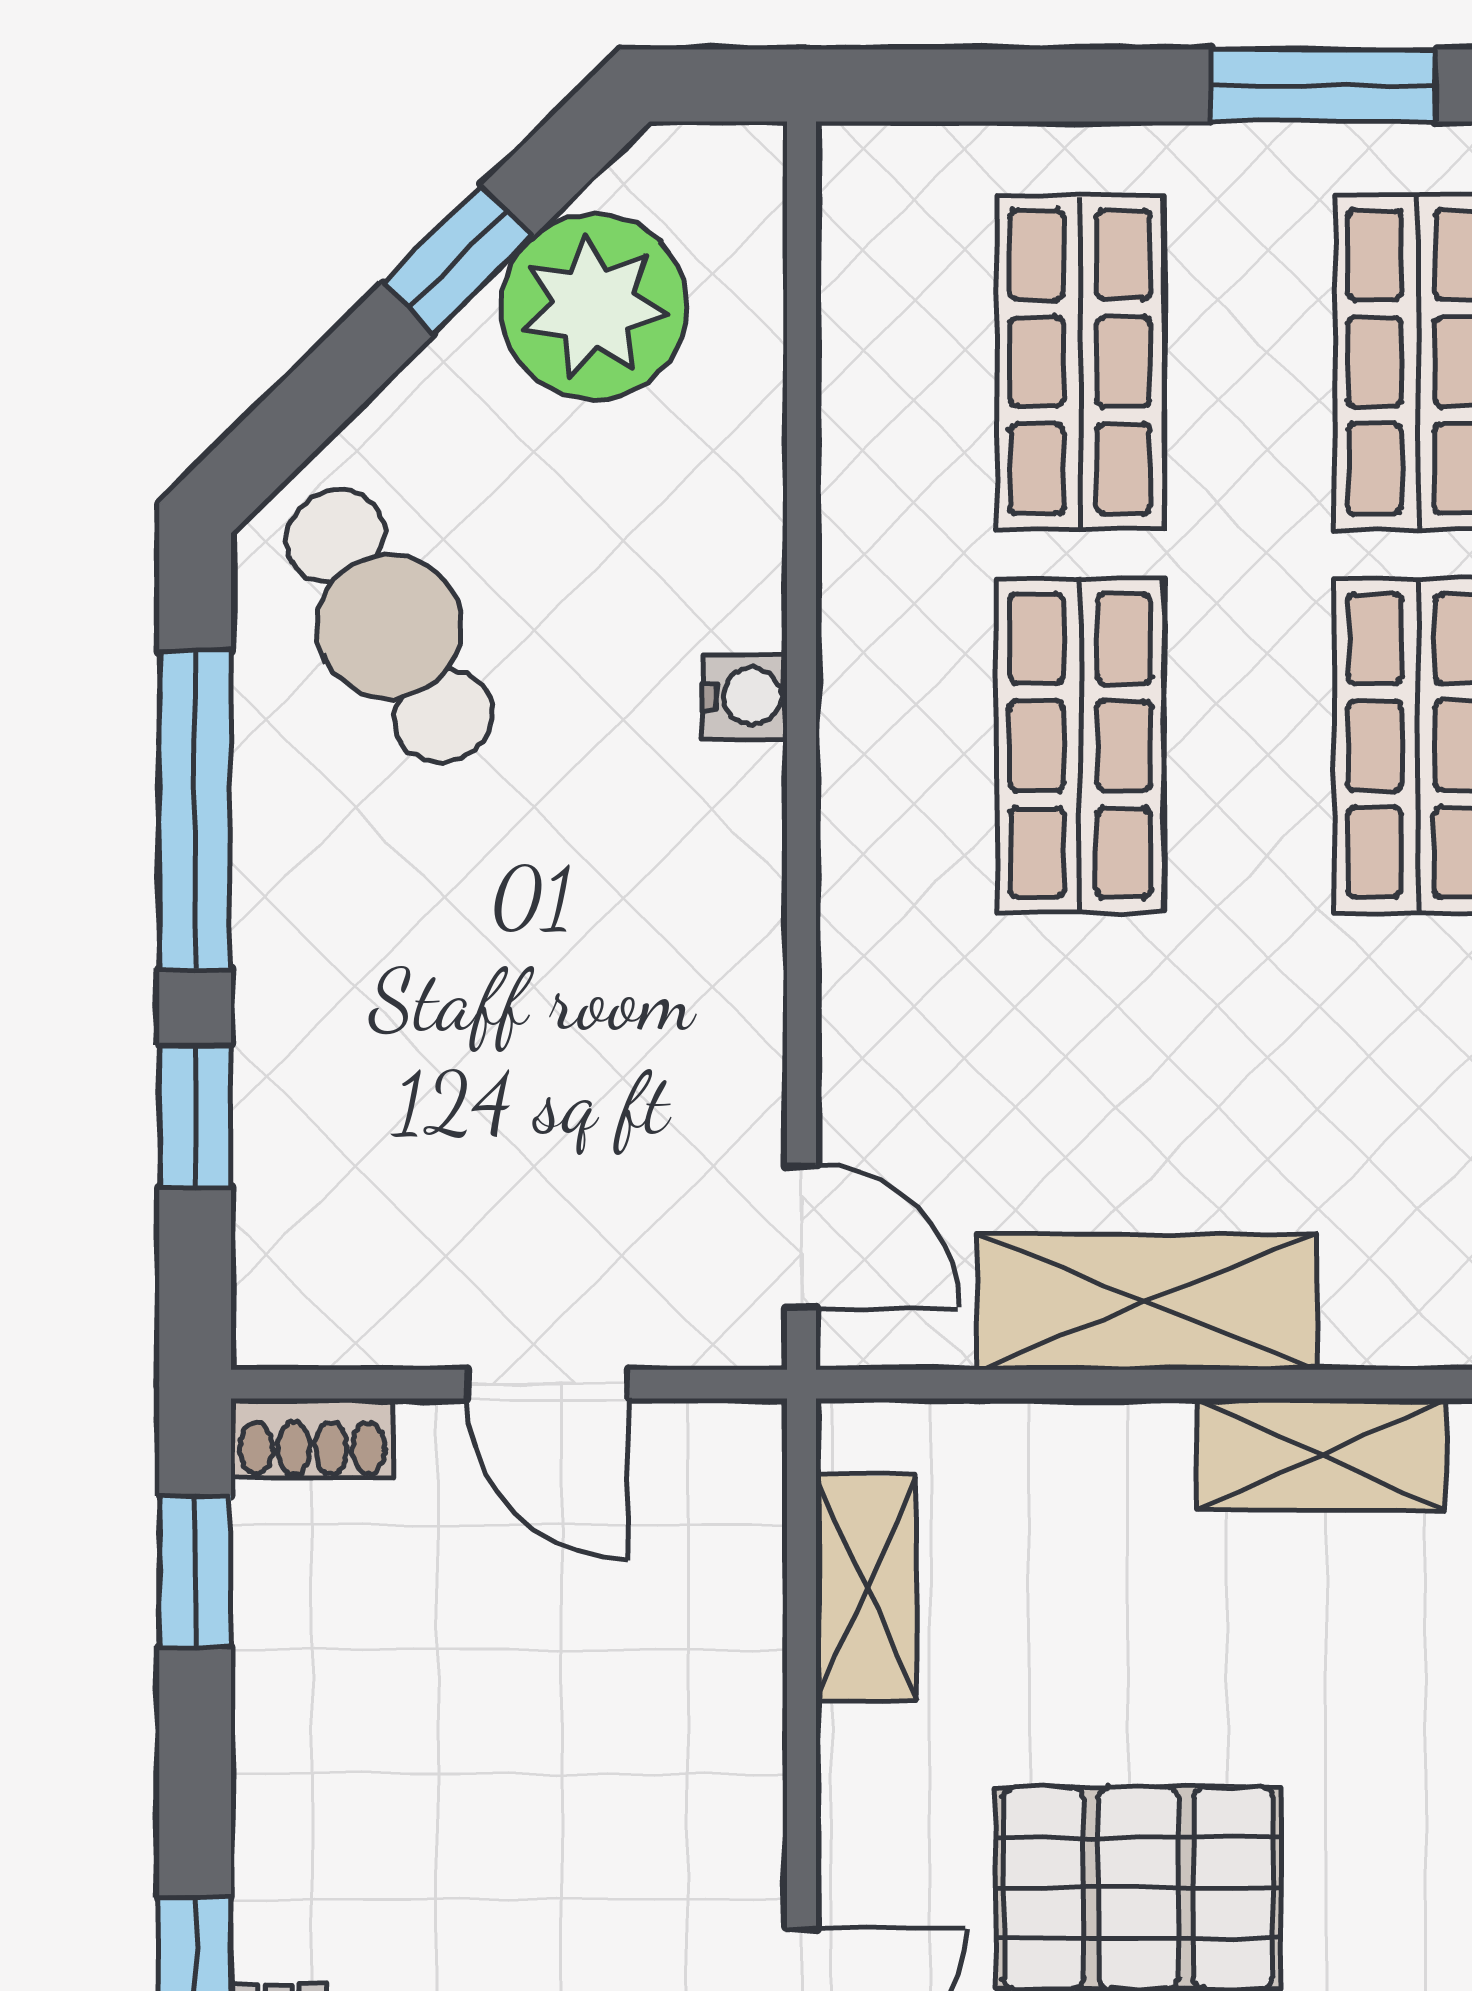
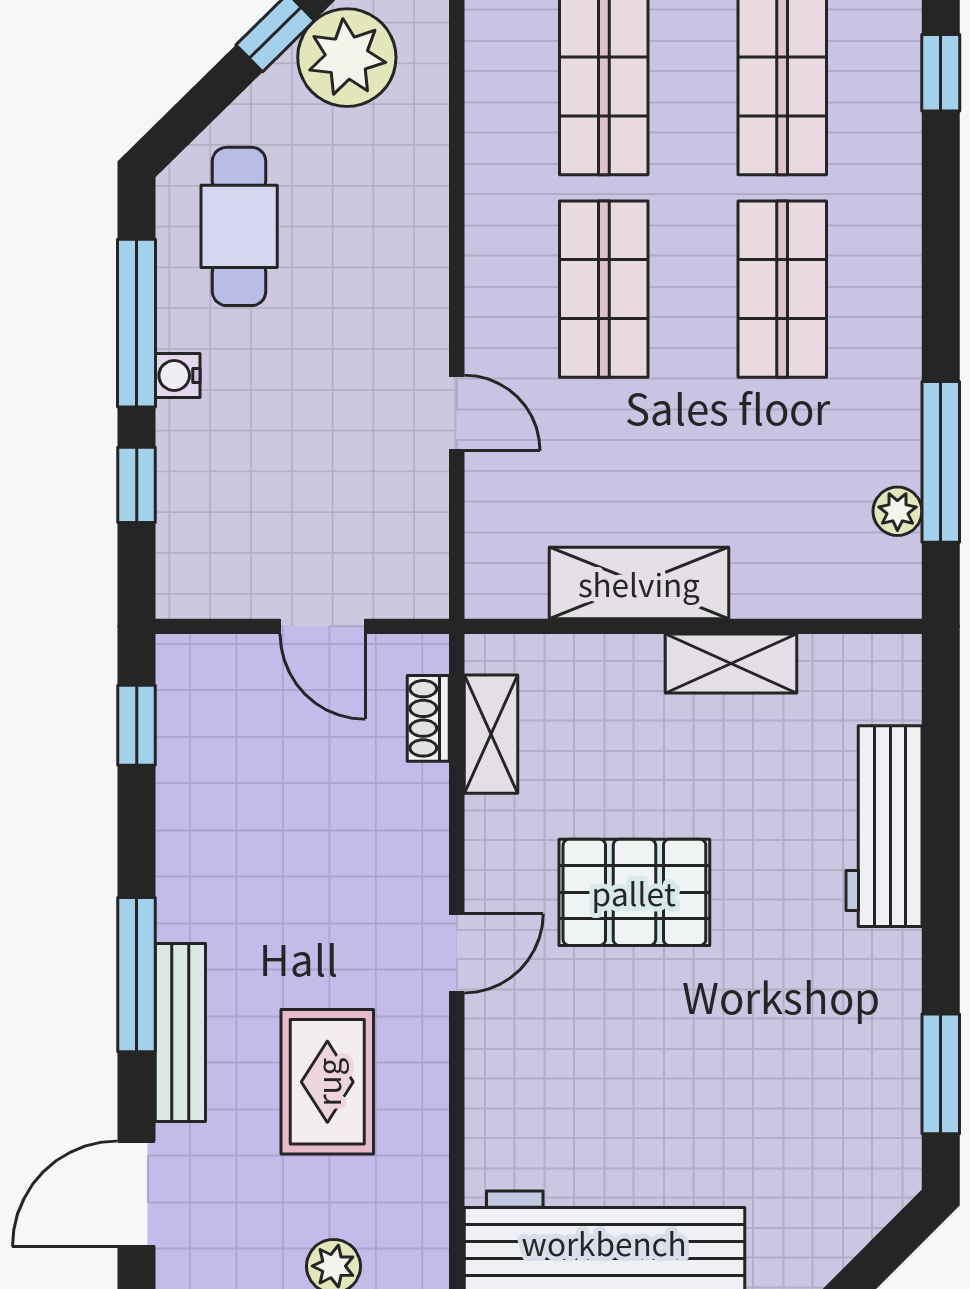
cafe table: (389, 627) -> (239, 226), turned 31
water cooler: (745, 696) -> (178, 376), moved, turned 180
door: (802, 1236) -> (457, 413), moved
shoe rack: (312, 1438) -> (428, 718), moved, turned 90

